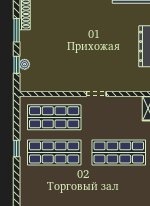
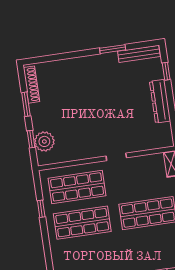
plant: (25, 64) -> (44, 141), width x1.88, depth x1.88
window: (17, 148) -> (41, 209), moved

